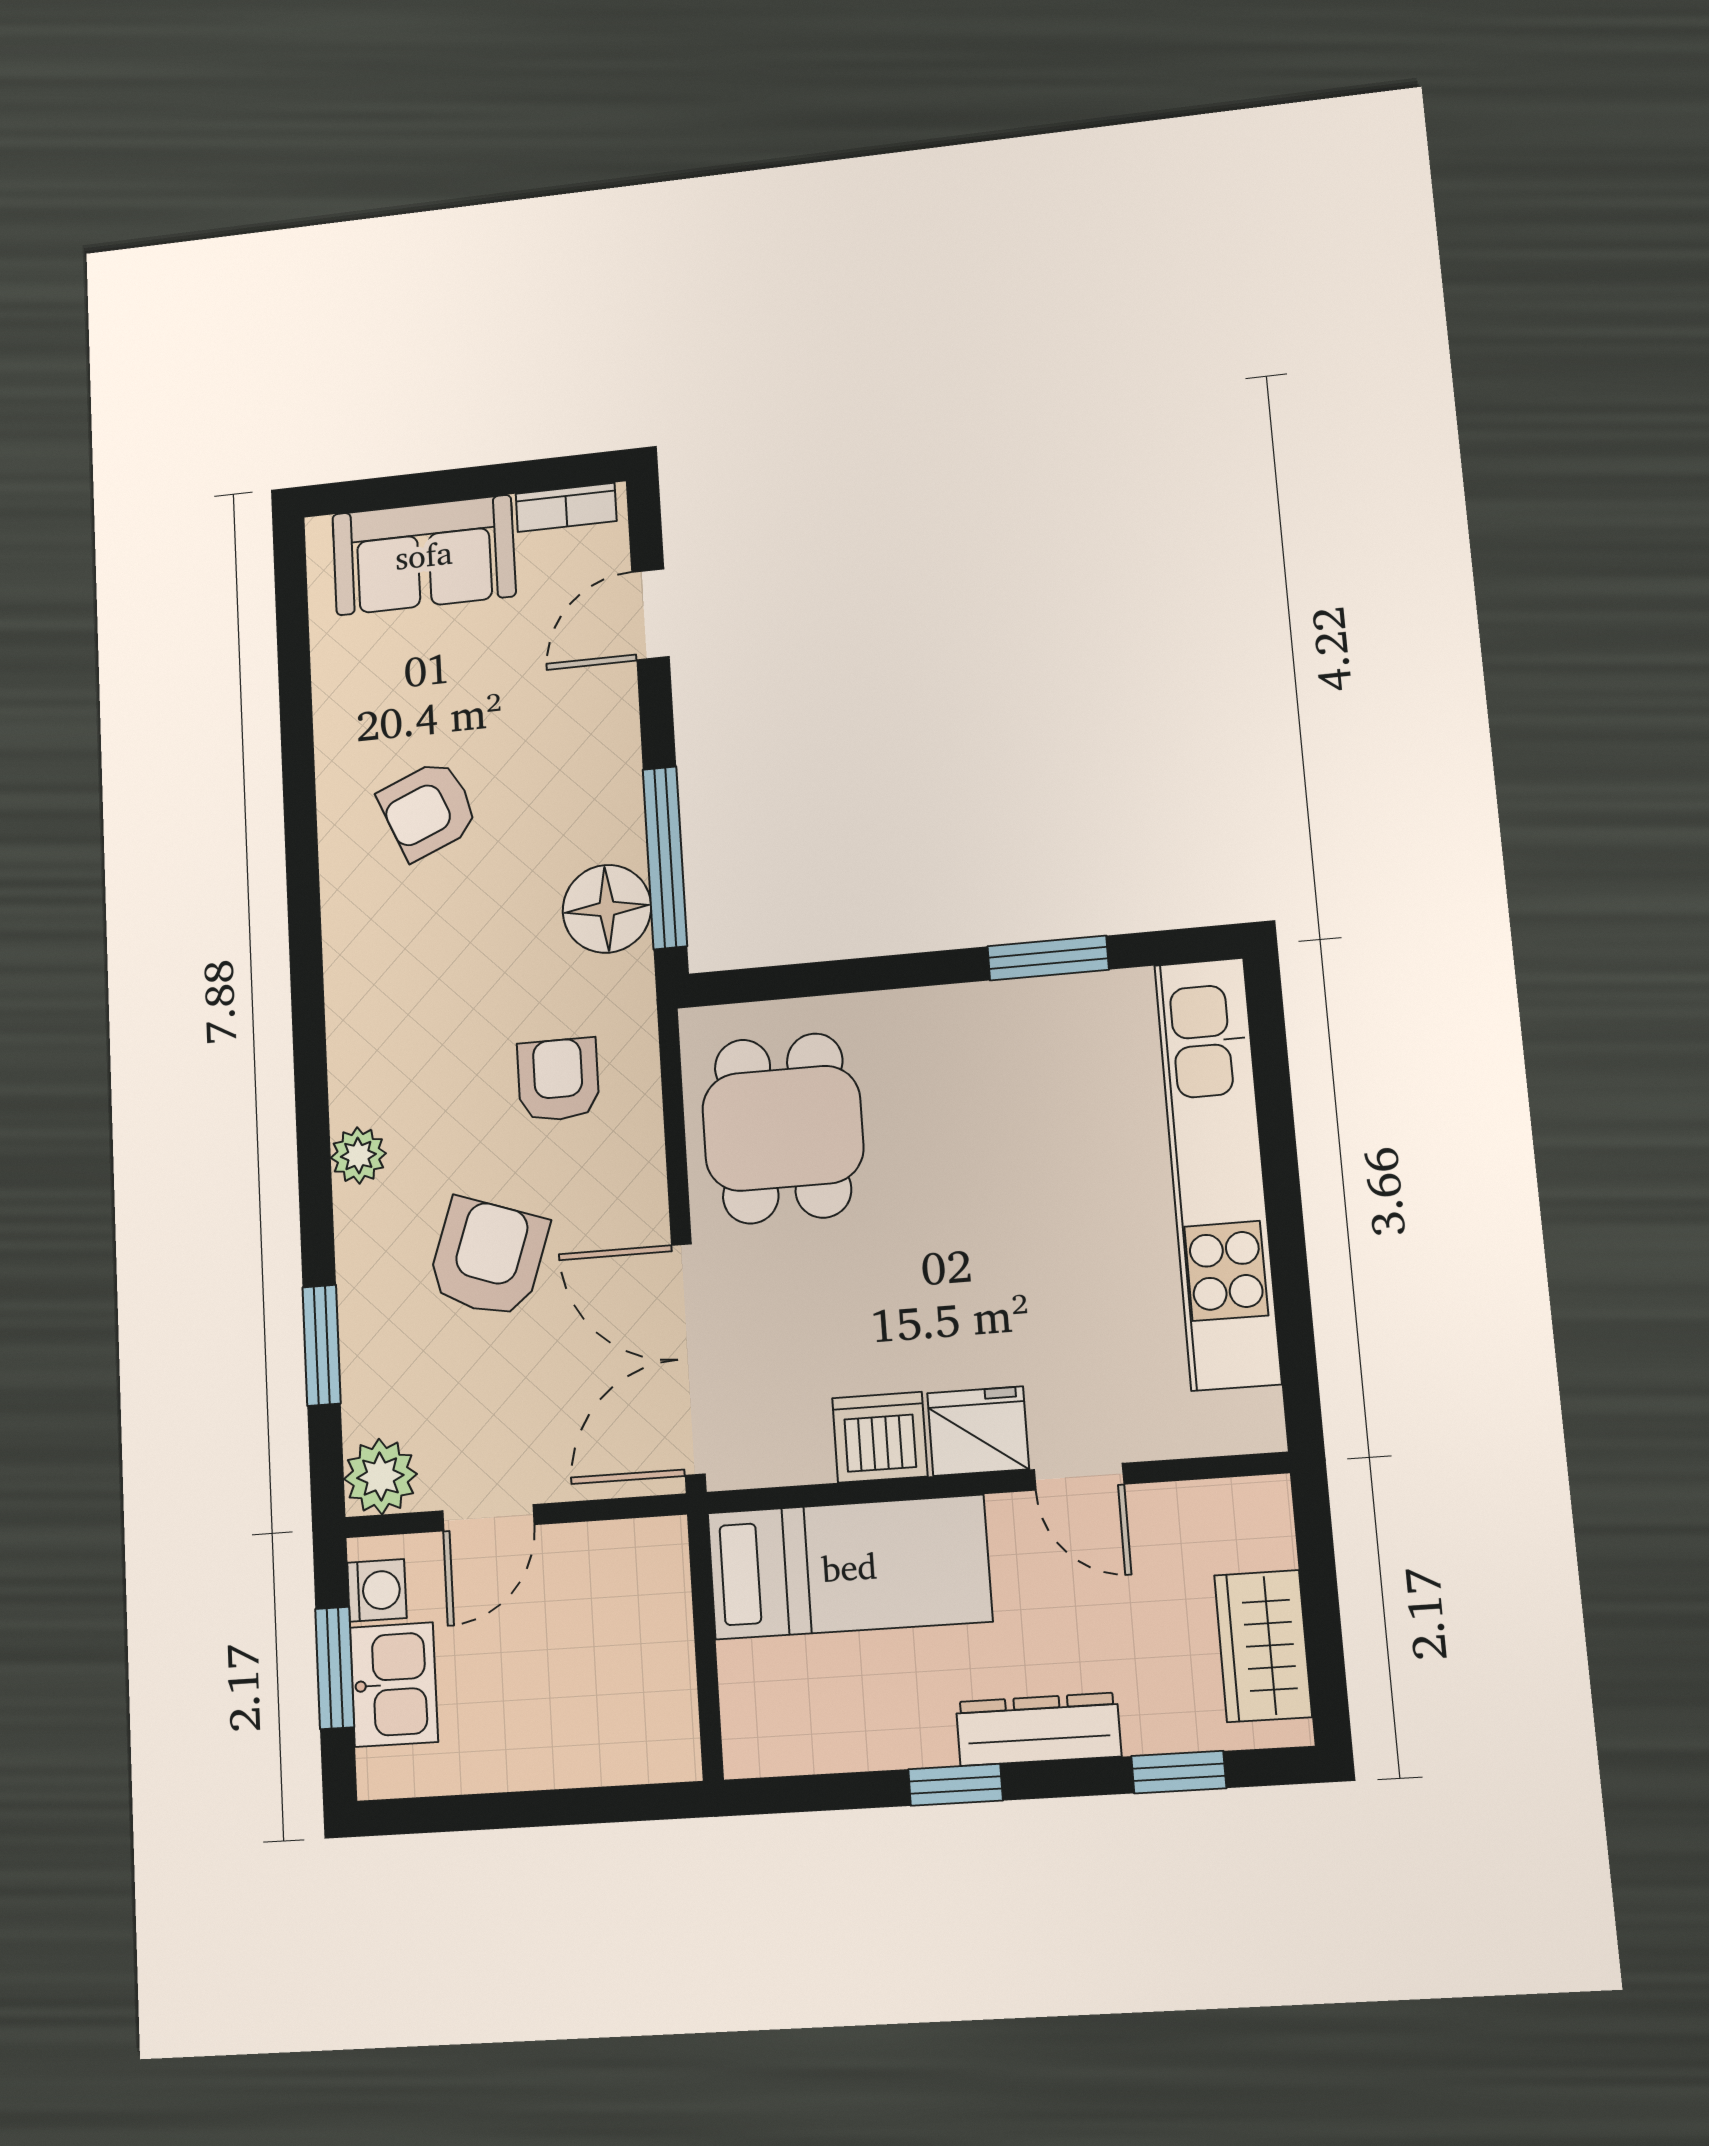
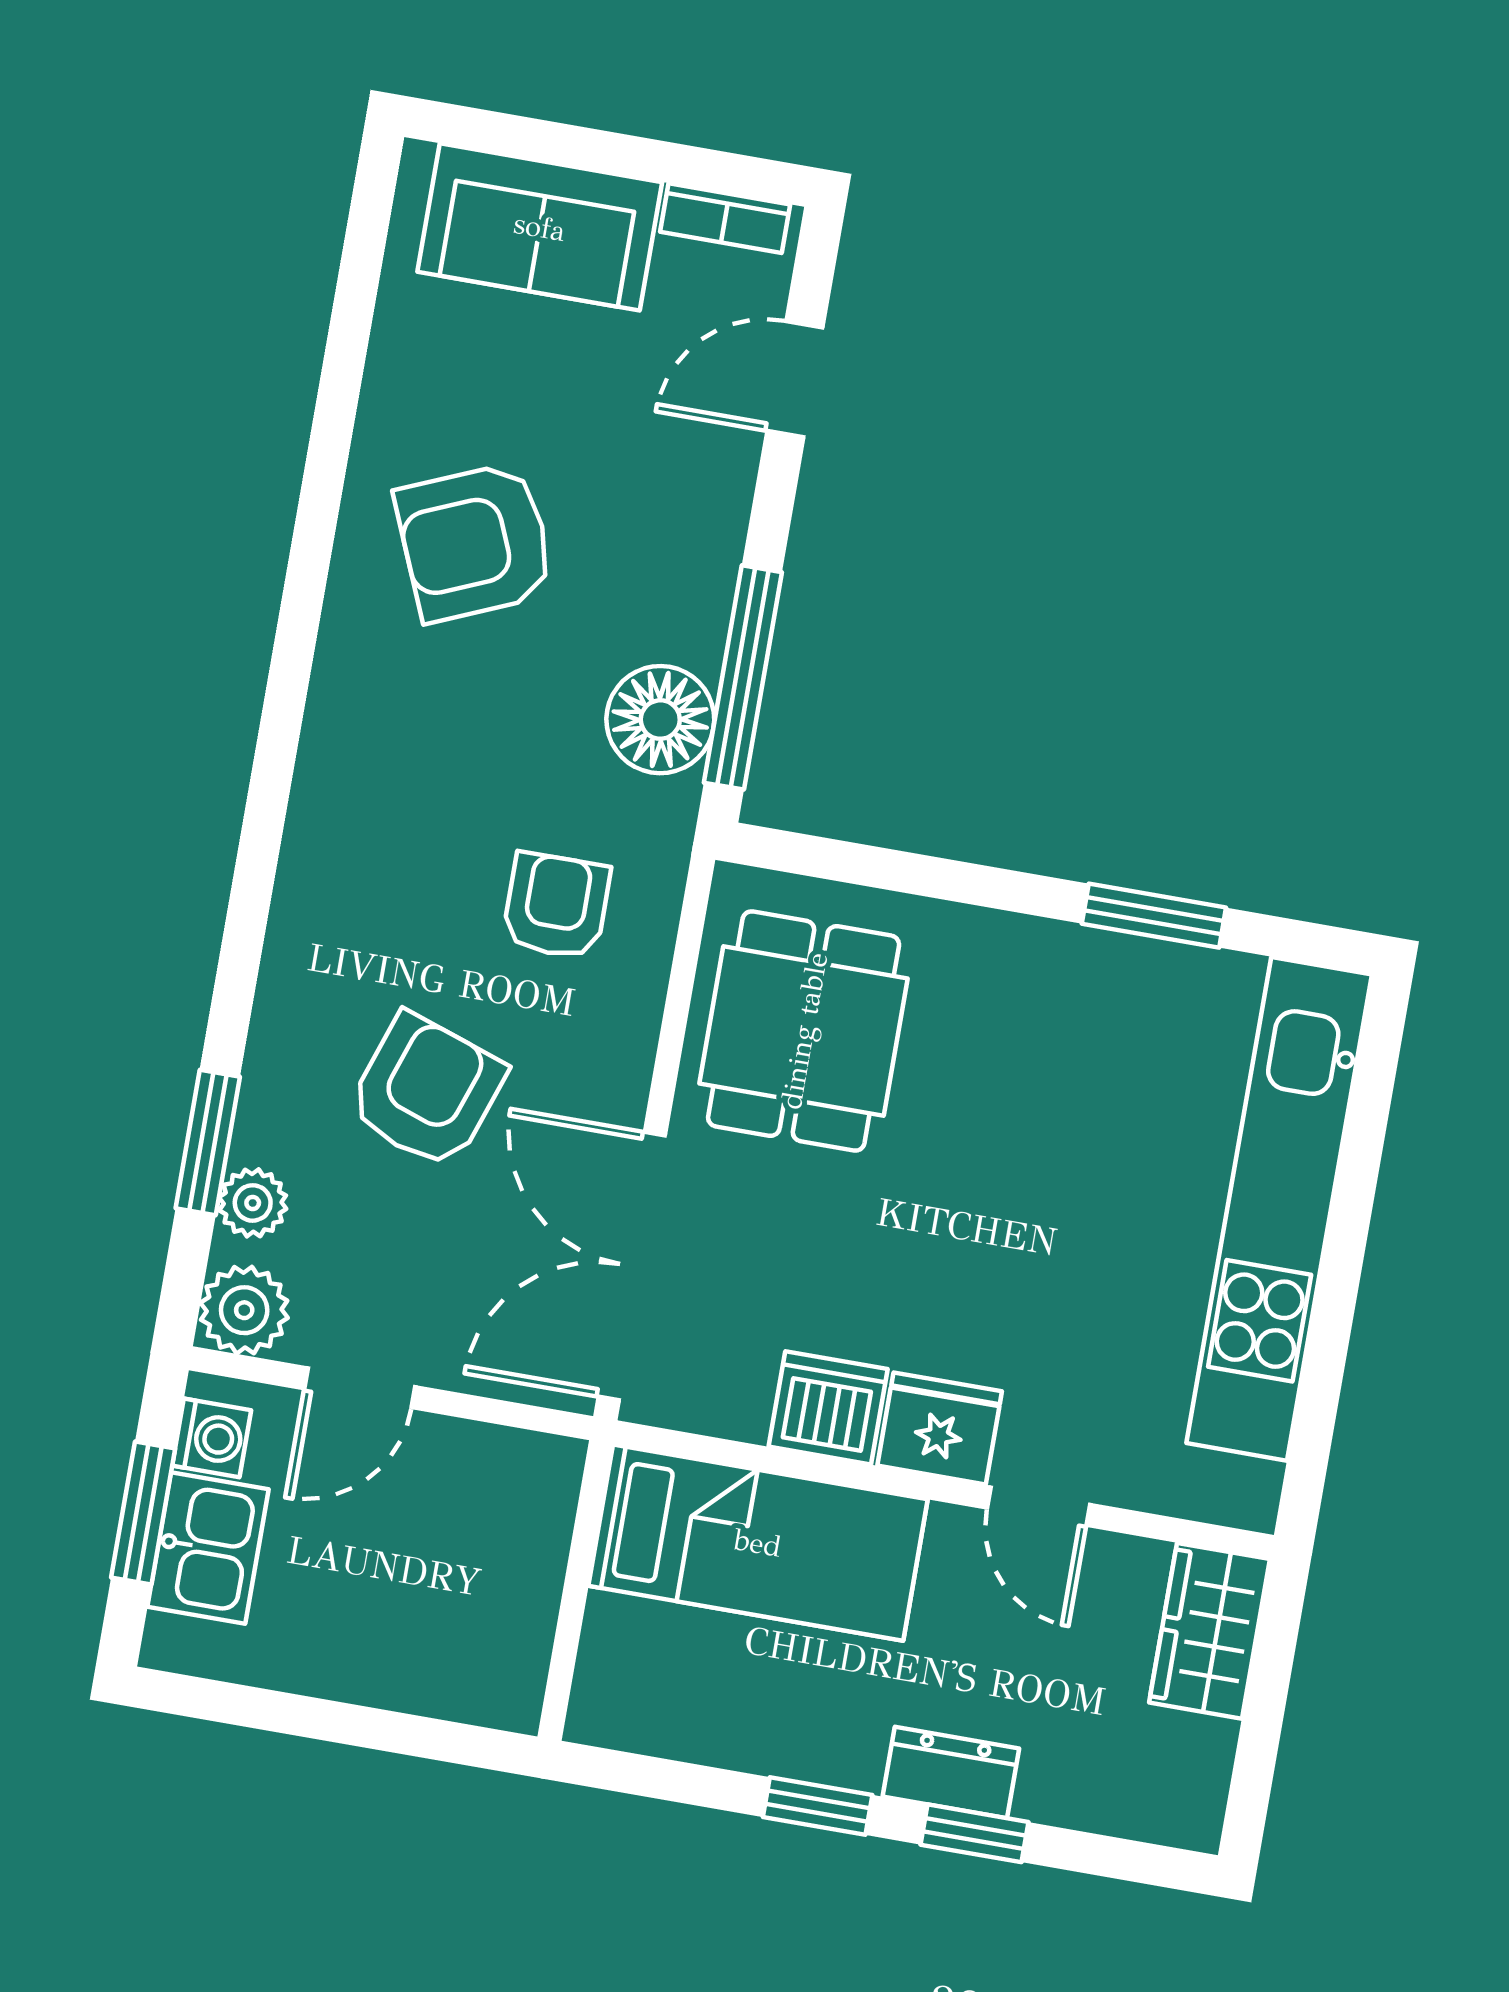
armchair: (428, 810) -> (475, 542), width x1.38, depth x1.38
plant: (358, 1155) -> (253, 1203), moved
wardrobe: (1263, 1646) -> (1209, 1631), moved
dresser: (1038, 1729) -> (951, 1773), width x0.70
window: (1179, 1772) -> (974, 1833), moved

